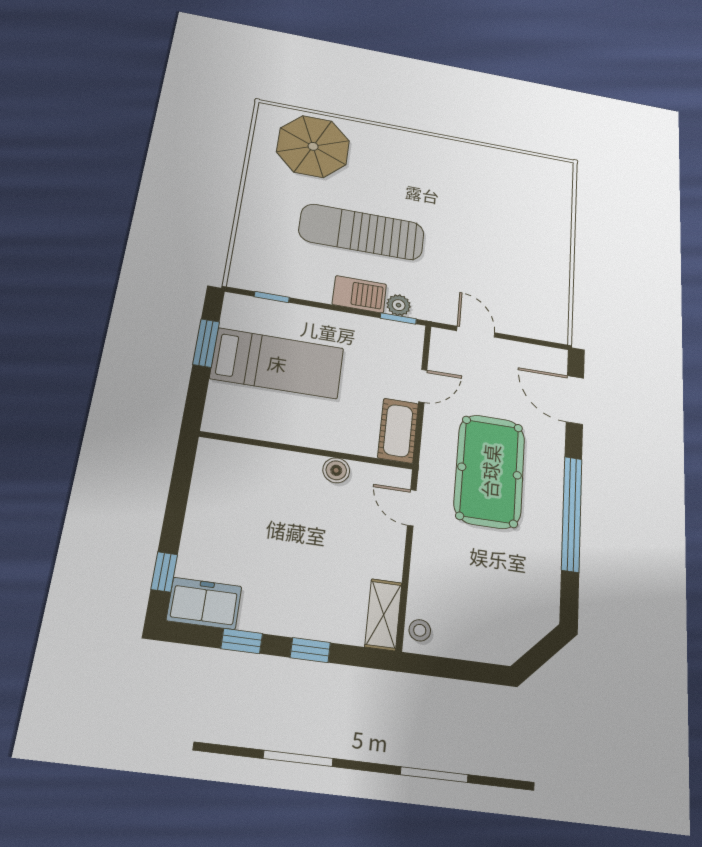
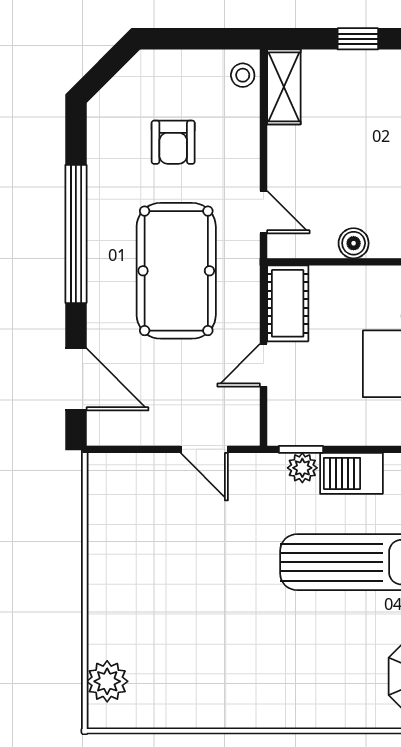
plant: (558, 189) -> (107, 681), added
armchair: (486, 579) -> (173, 142), added

